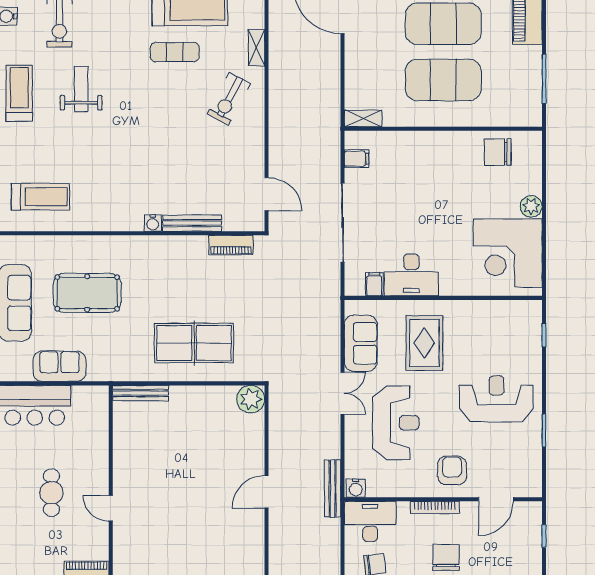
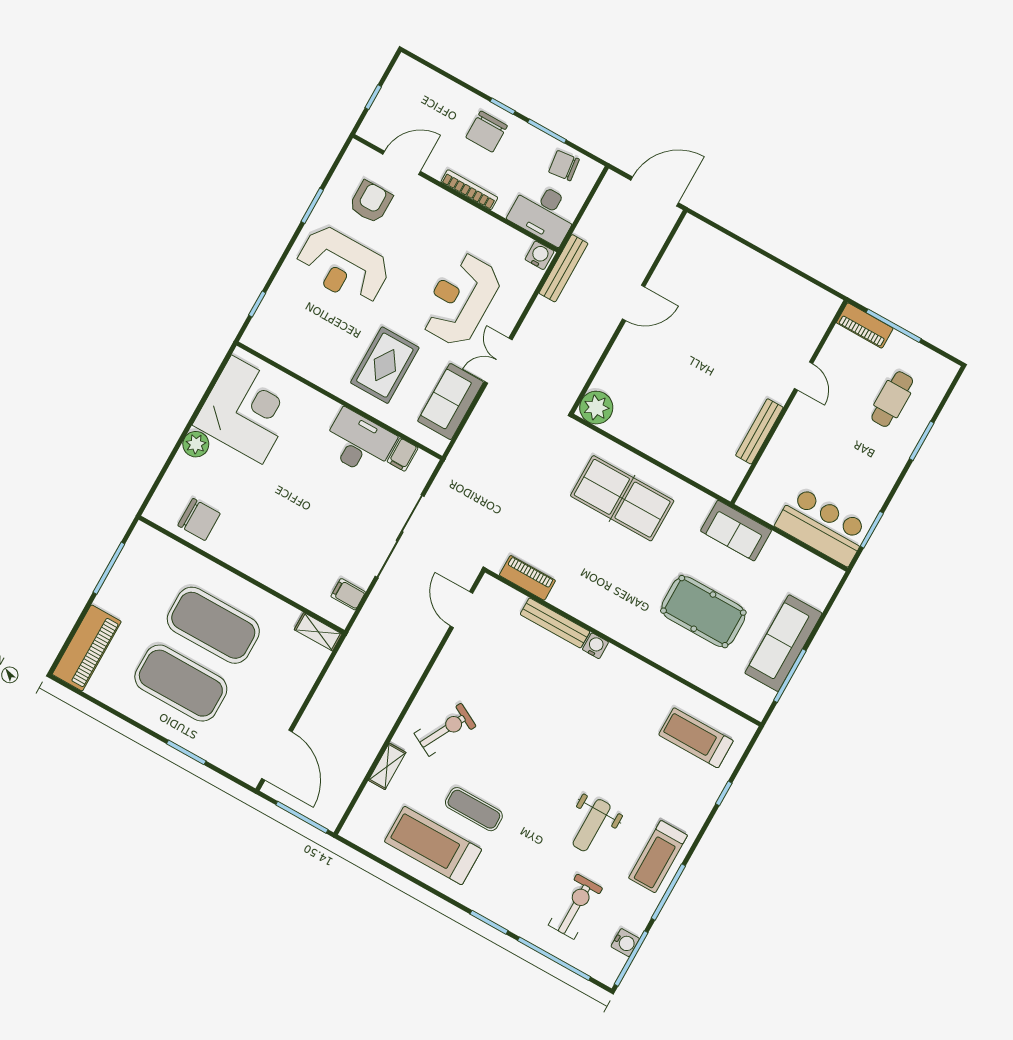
sofa: (59, 366) -> (736, 531), moved
bench: (141, 393) -> (759, 431), moved, turned 90
armchair: (452, 470) -> (371, 202), moved, turned 180
cafe table: (51, 493) -> (892, 399), moved

